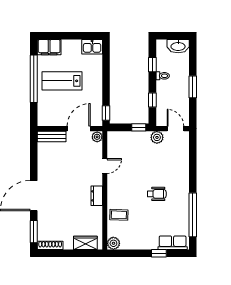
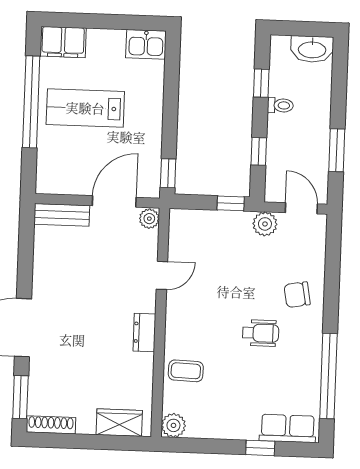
window: (193, 87) -> (337, 150), moved
chair: (175, 173) -> (297, 295), added

